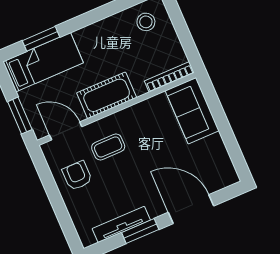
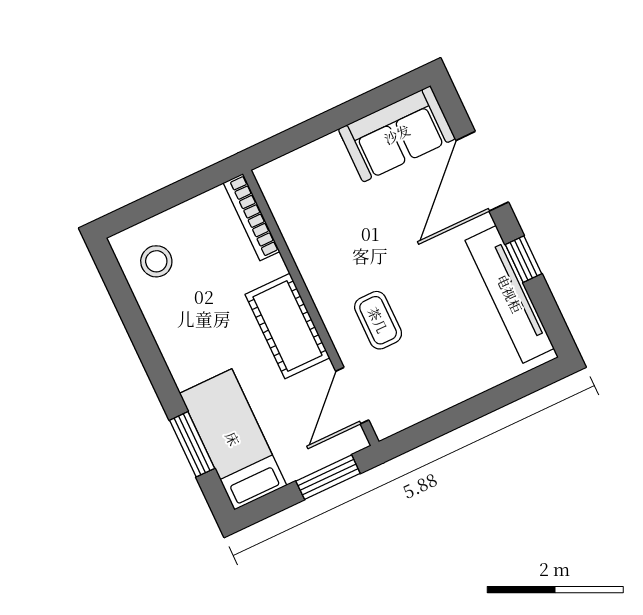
sofa: (192, 111) -> (397, 134), moved
armchair: (77, 176) -> (430, 373), removed
tv unit: (121, 224) -> (510, 294), width x1.36, depth x1.29
window: (140, 231) -> (524, 259), width x0.67

